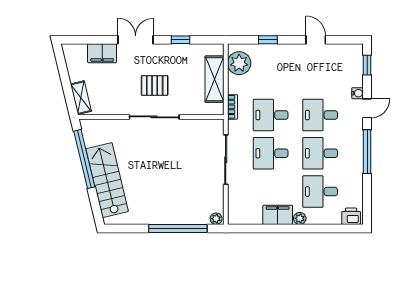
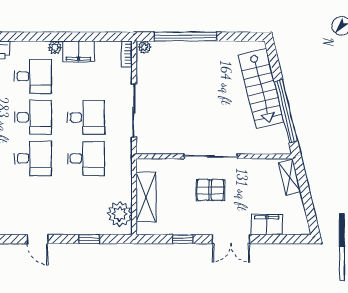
bookcase: (233, 107) -> (127, 54), moved

